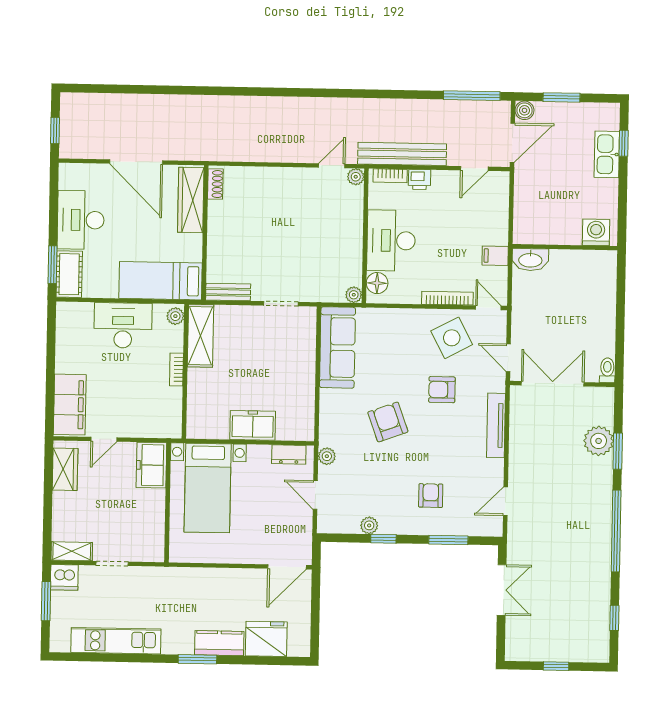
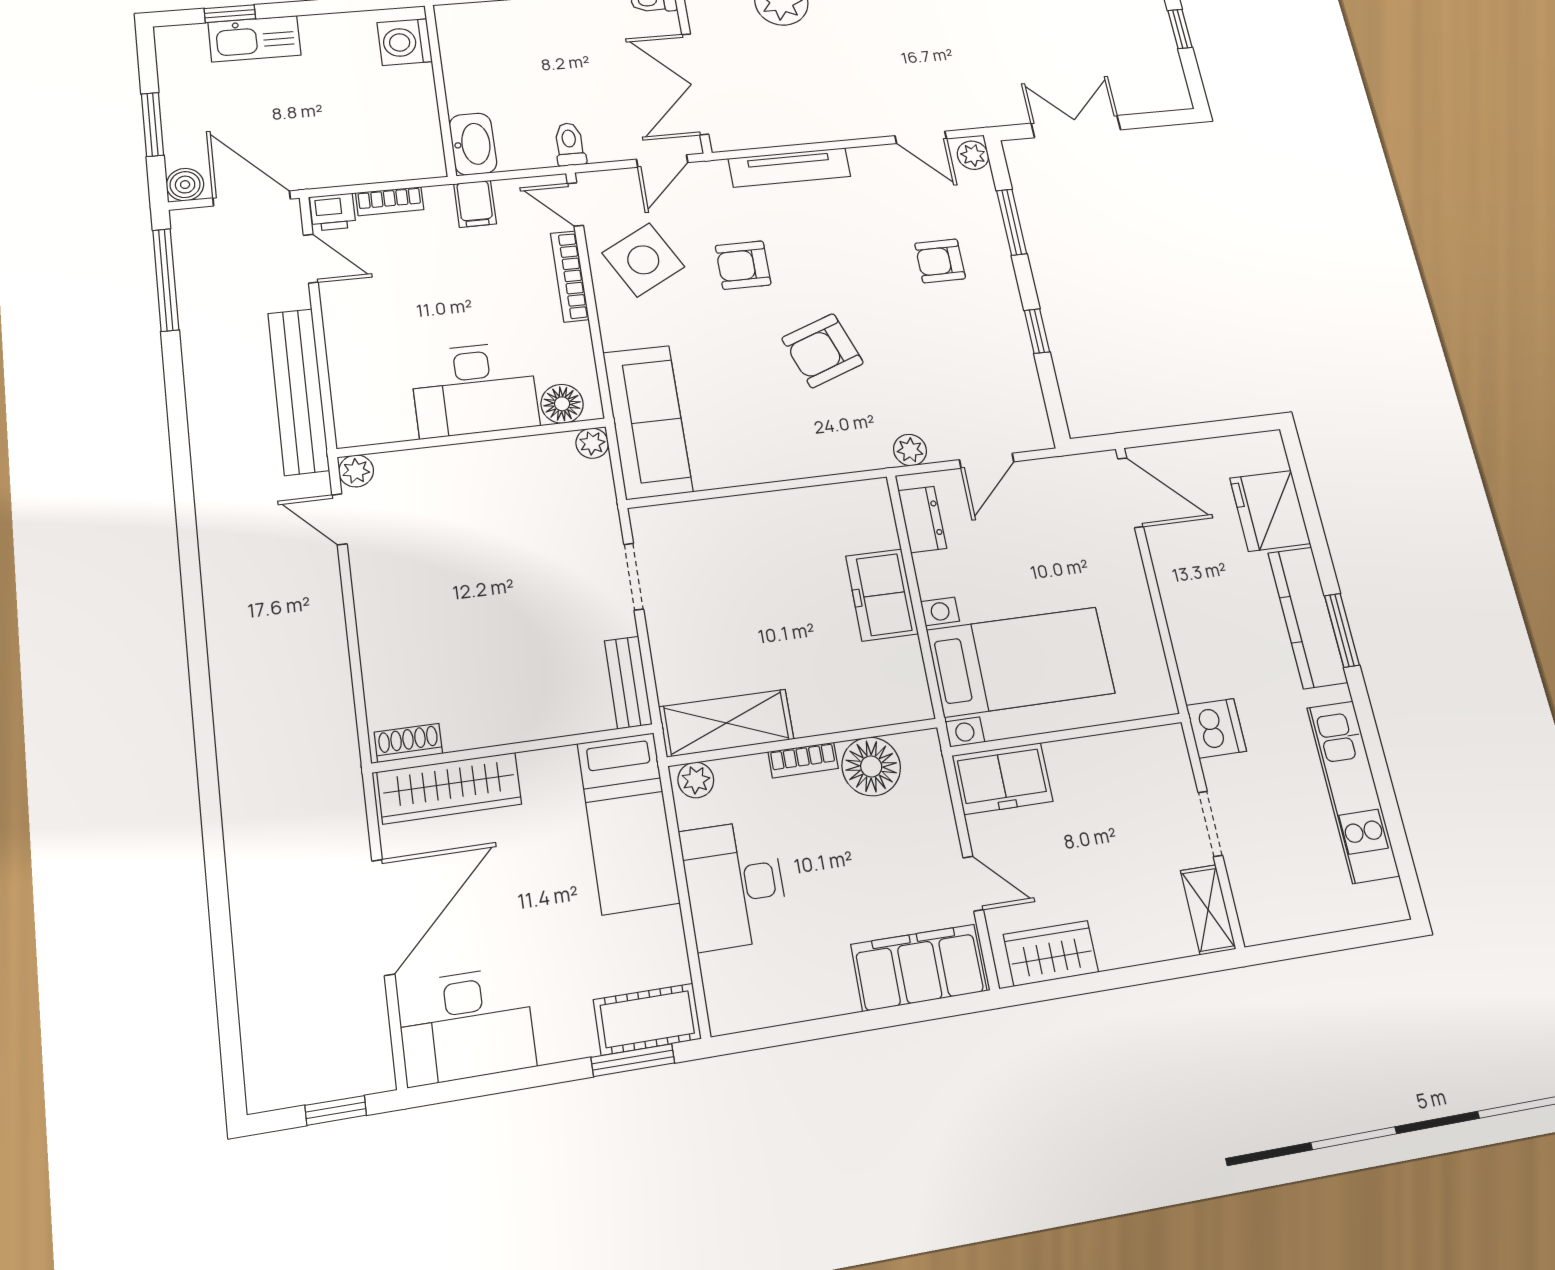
bookcase: (390, 176) -> (390, 201), moved, turned 90
printer: (420, 179) -> (333, 212), moved, turned 90
desk: (81, 220) -> (466, 1025), moved
door: (488, 308) -> (575, 204), hinge flipped
toilet: (524, 310) -> (570, 144), added
sofa: (338, 347) -> (648, 422), moved, turned 90
armchair: (442, 390) -> (743, 265), turned 90
floor lamp: (168, 402) -> (871, 766), added
plant: (369, 525) -> (973, 155), moved
dishwasher: (64, 577) -> (1216, 728), moved
window: (46, 601) -> (1317, 945), removed
kitchen counter: (219, 643) -> (1308, 617), width x1.50

